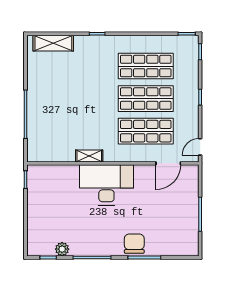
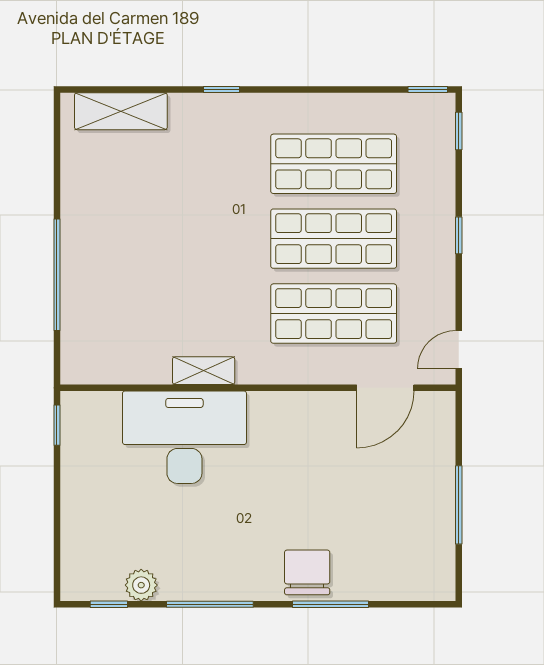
desk: (106, 185) -> (184, 437), moved

